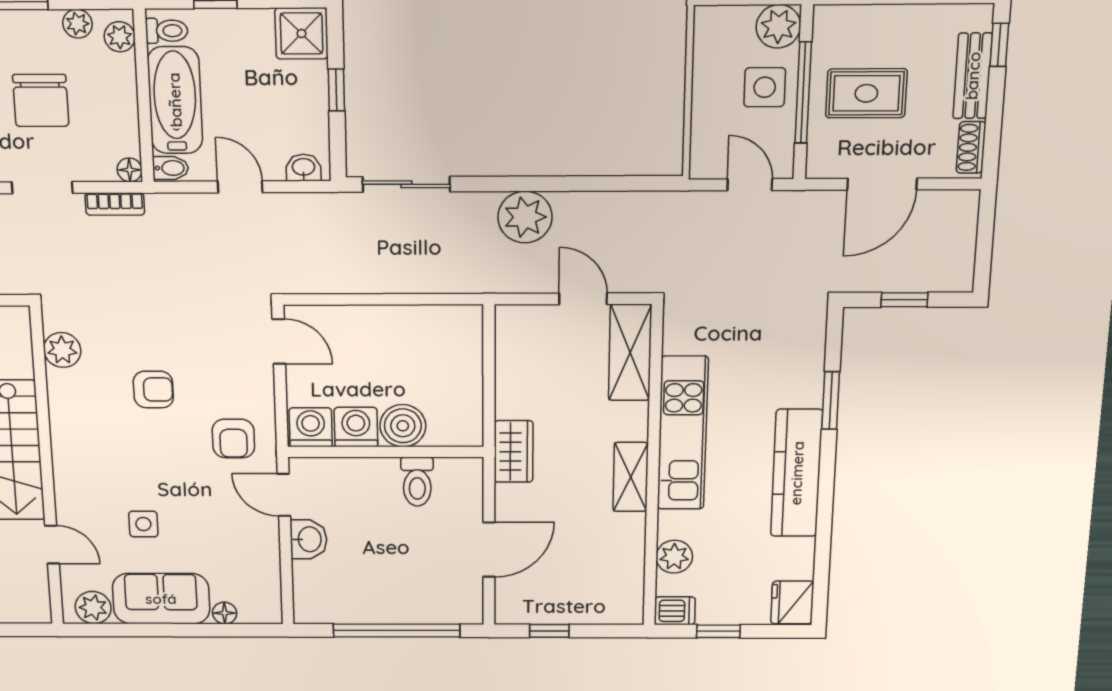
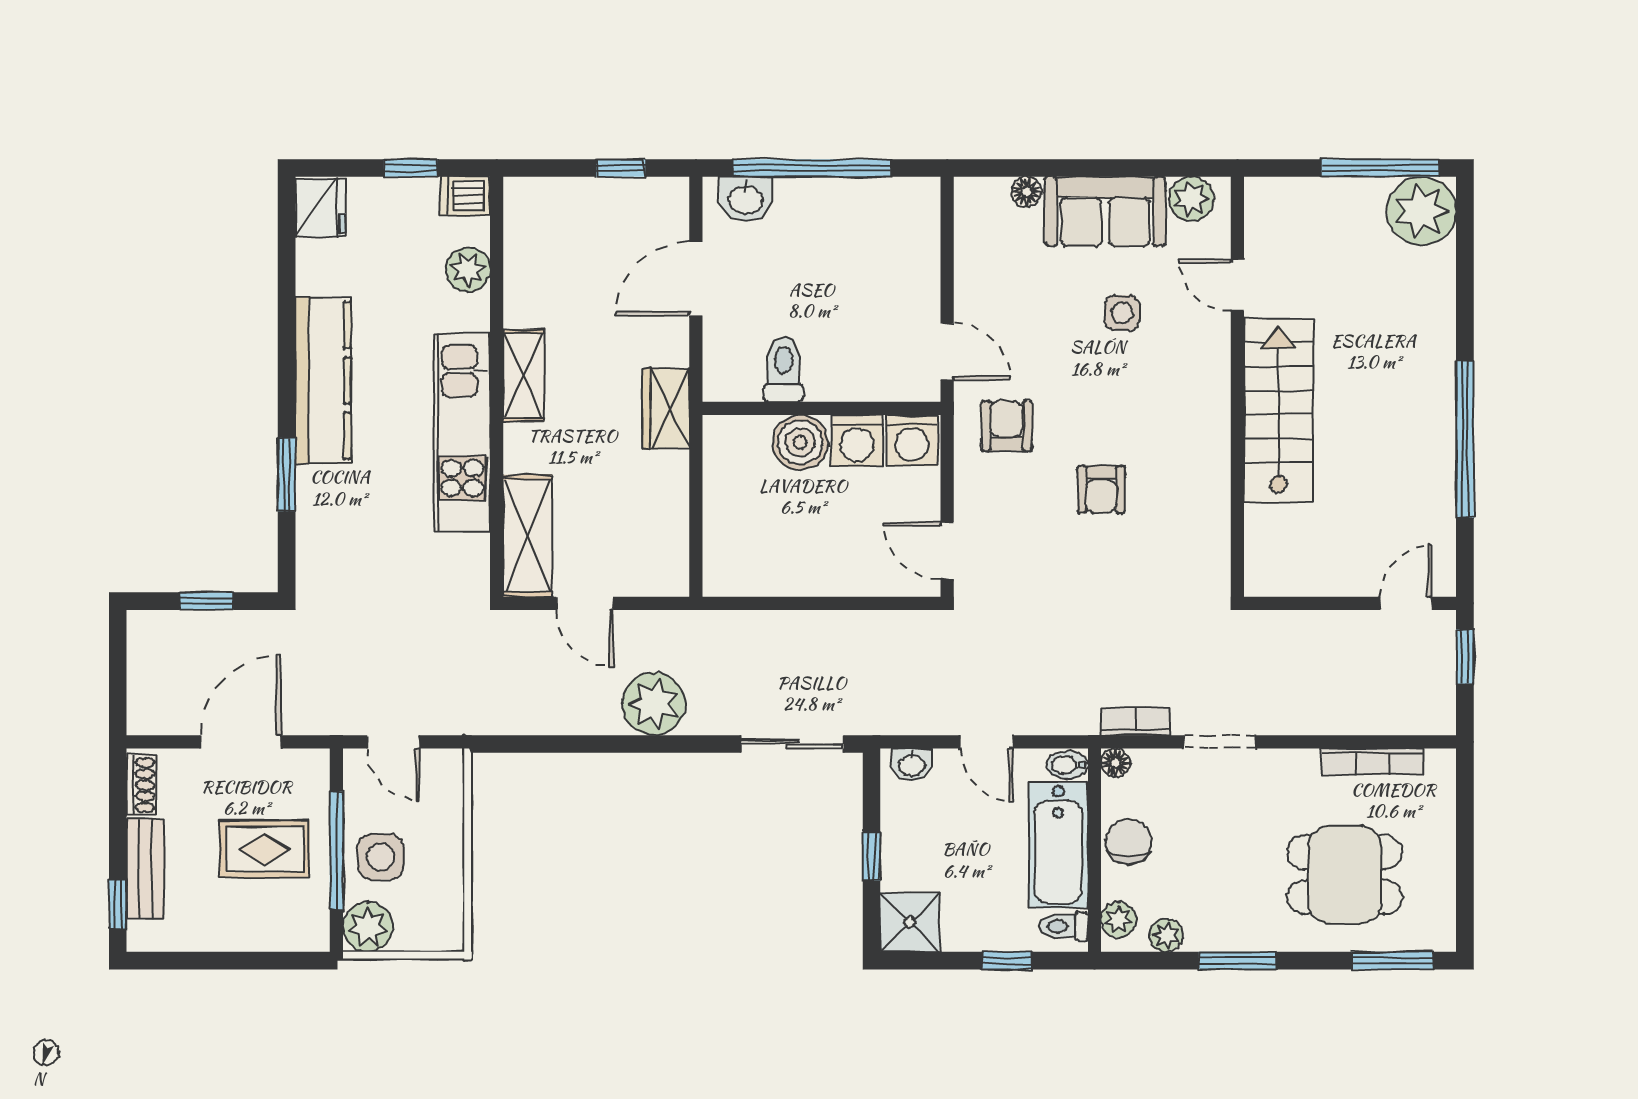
chair: (41, 100) -> (1128, 842), moved, width x0.73, depth x0.73
plant: (62, 350) -> (1209, 540), removed
armchair: (153, 389) -> (1101, 490), turned -90
washbasin: (309, 539) -> (746, 199), moved, turned -90

